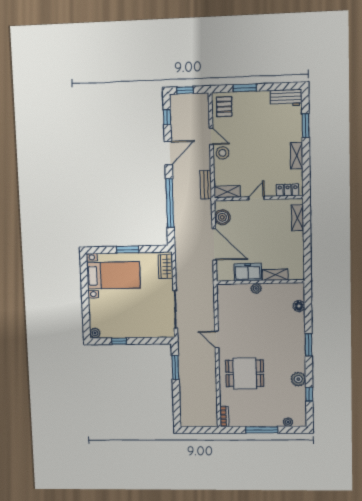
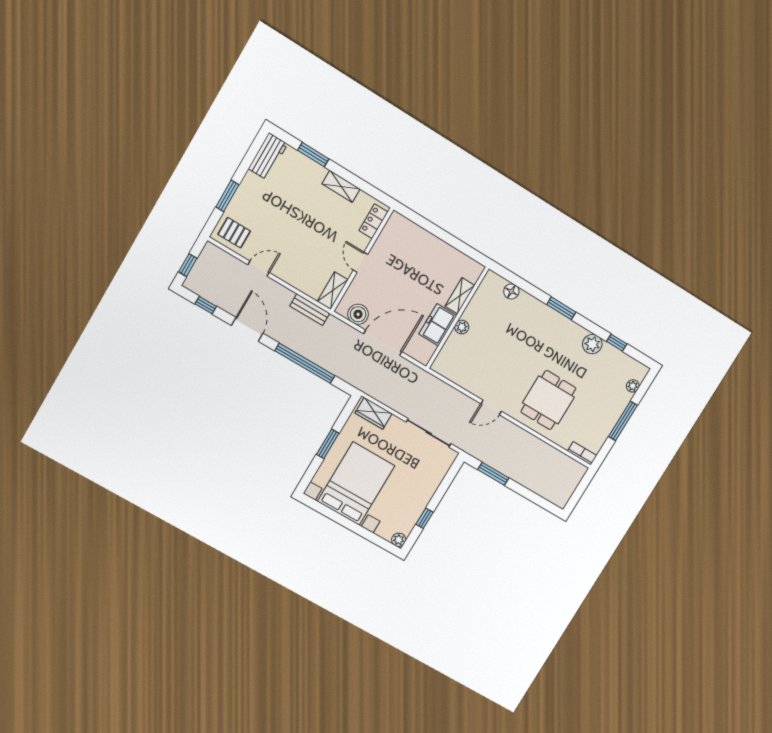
stool: (222, 153) -> (285, 268), removed
shelving: (298, 218) -> (412, 230), removed
bed with nightstands: (114, 275) -> (356, 484), width x1.36

